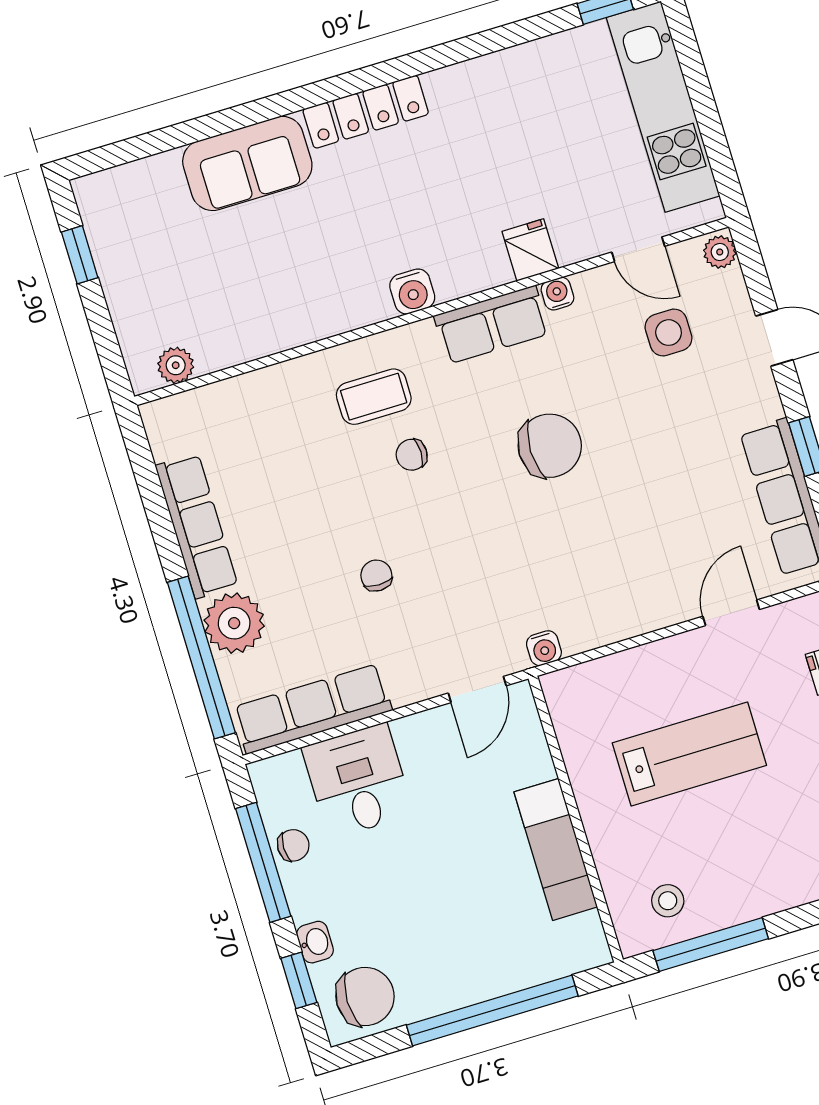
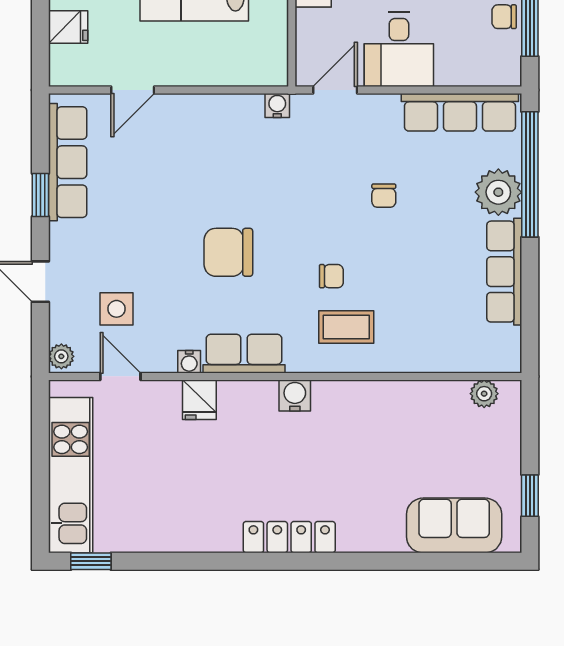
sofa: (247, 163) -> (454, 525), moved
desk: (358, 781) -> (399, 50), moved

